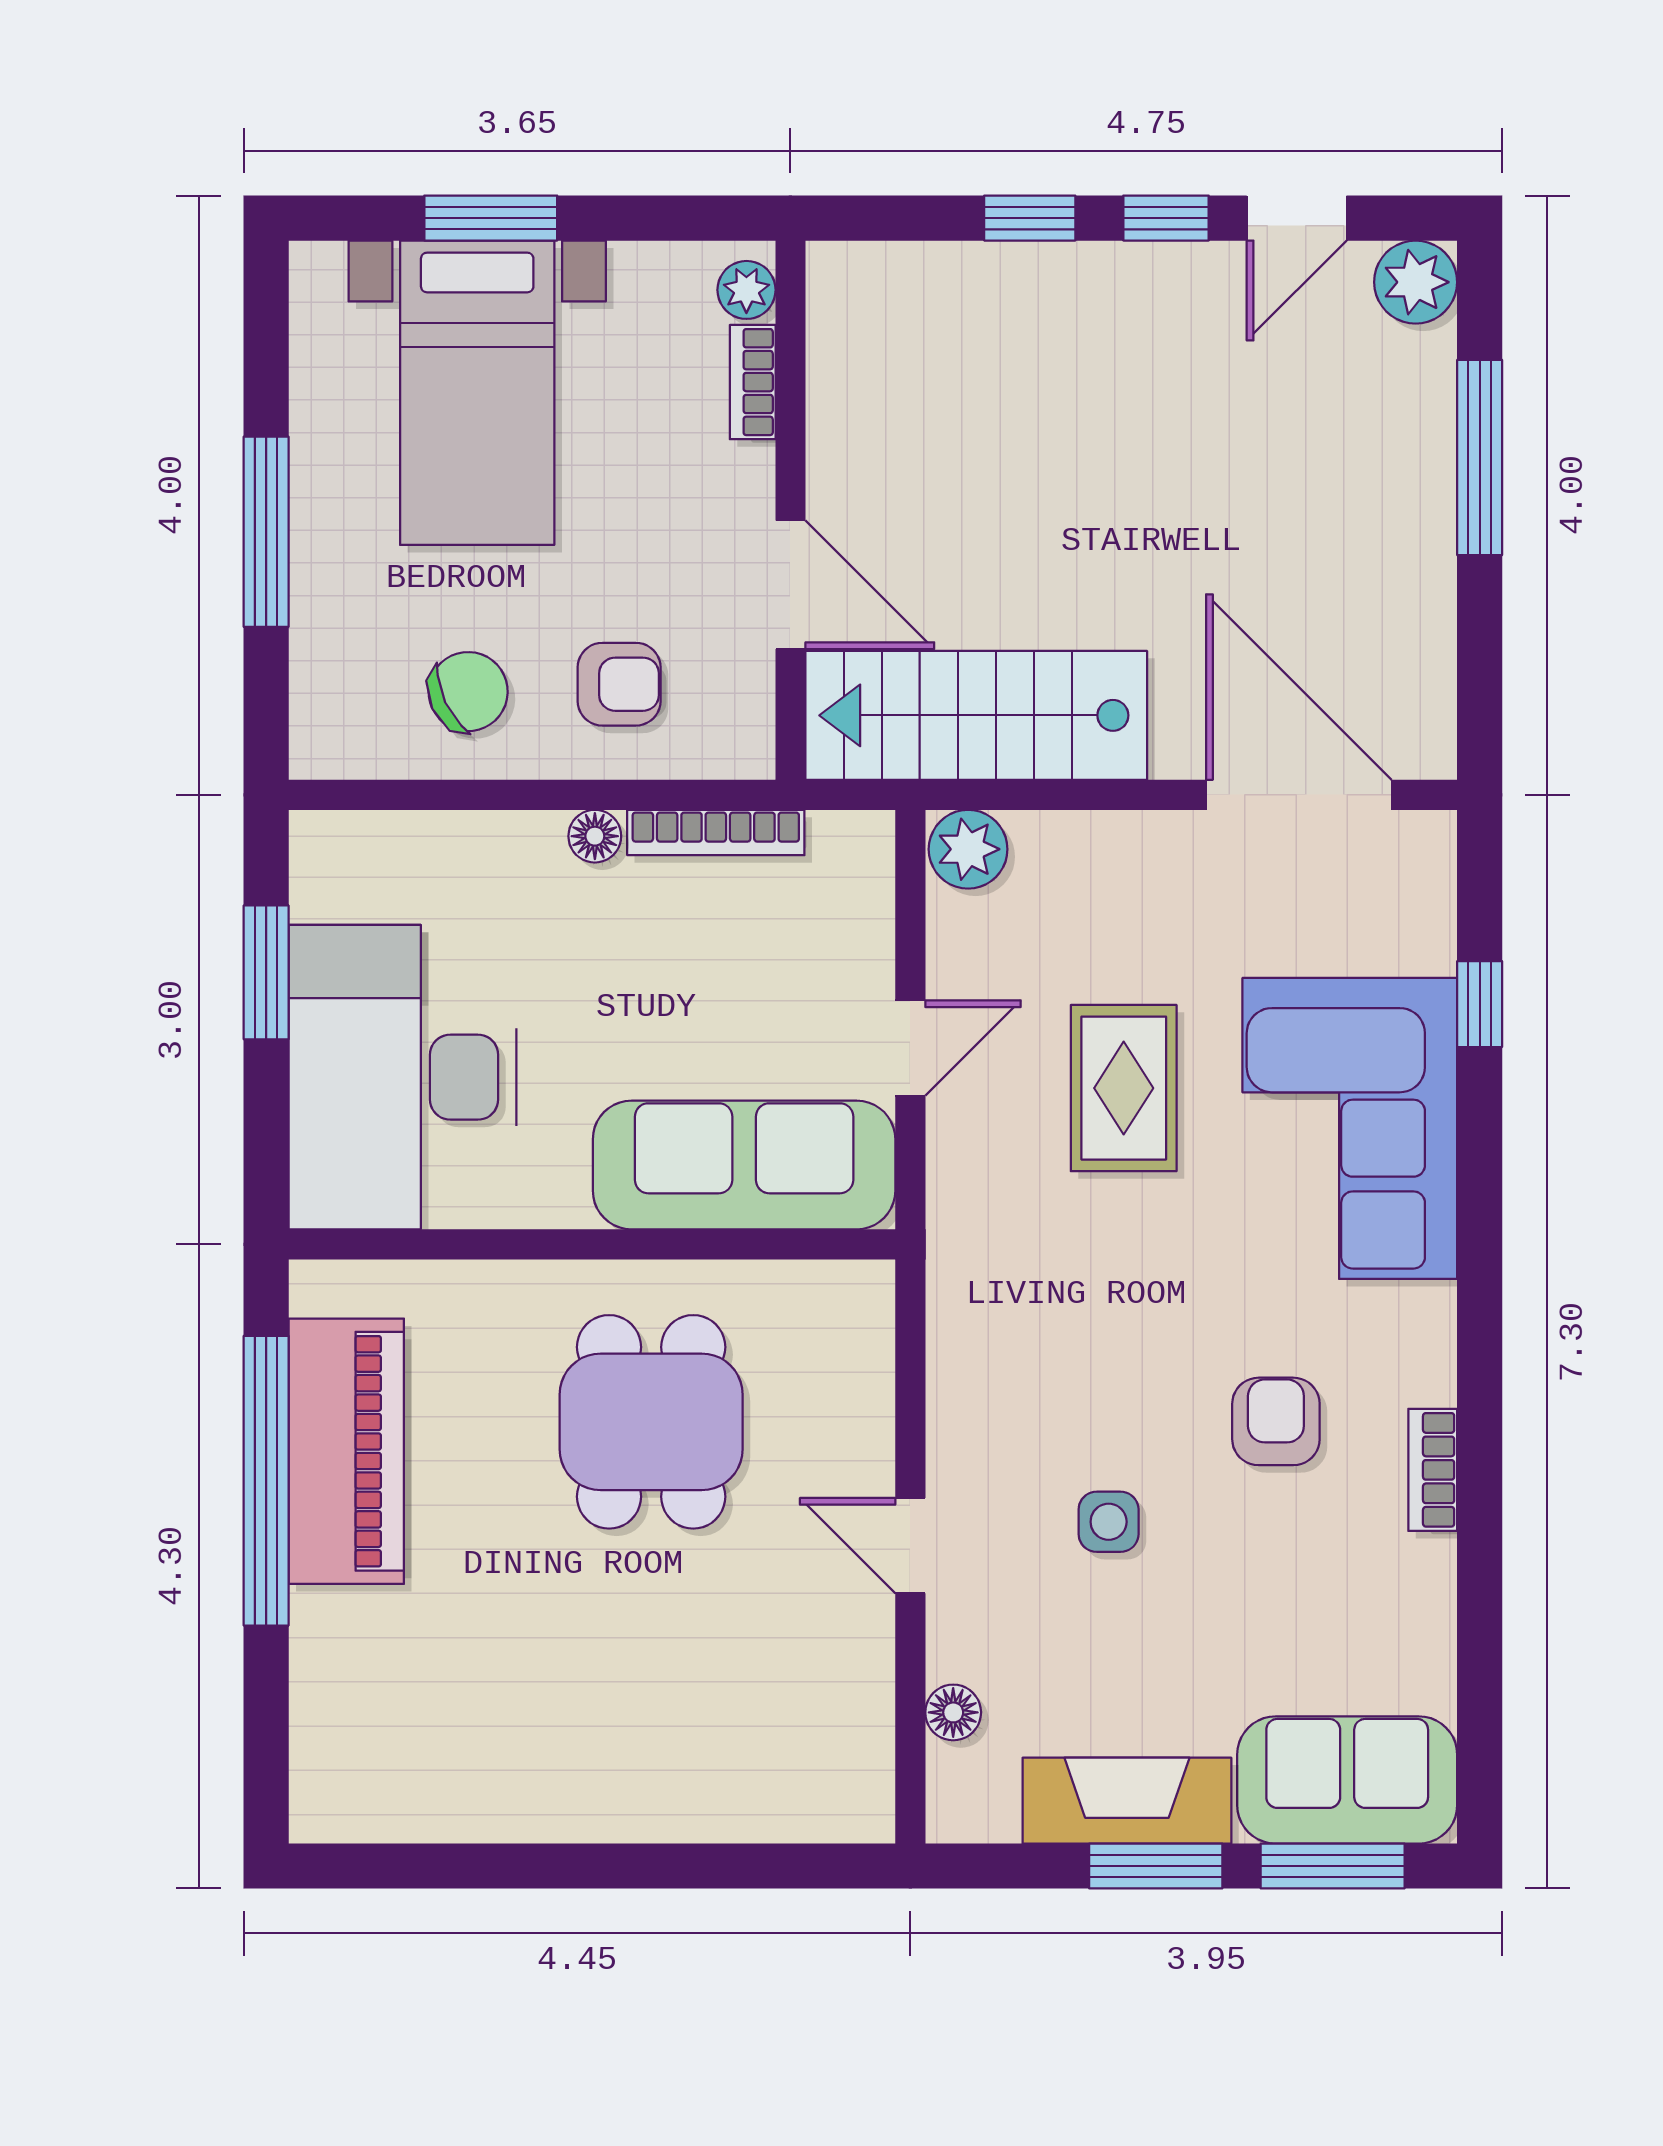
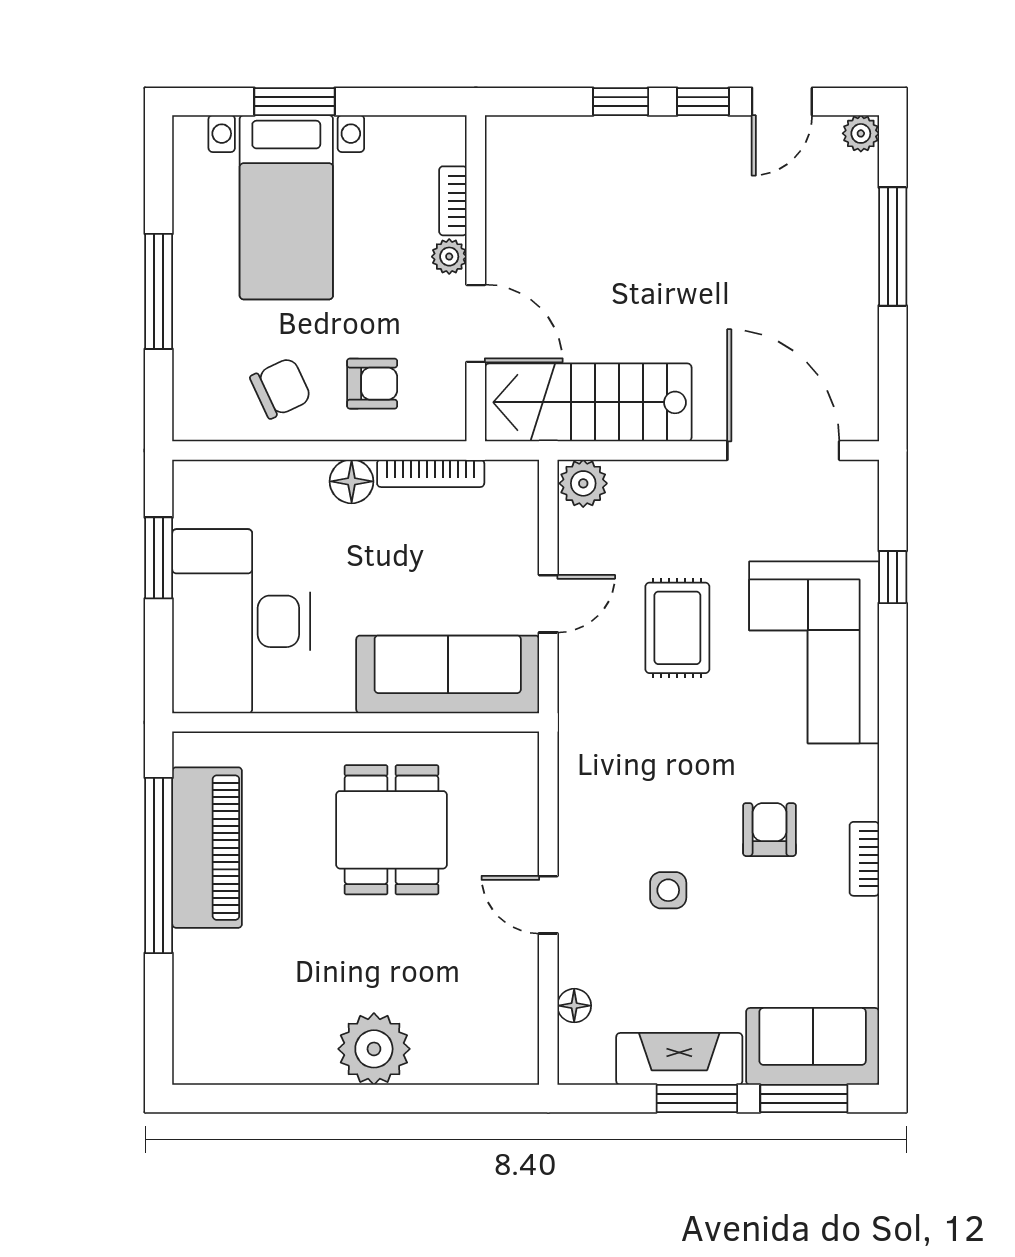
plant: (1416, 282) -> (861, 133), width x0.73, depth x0.73
plant: (746, 290) -> (449, 257), moved
floor lamp: (595, 836) -> (352, 481), width x1.37, depth x1.37
plant: (622, 1784) -> (374, 1049), added

